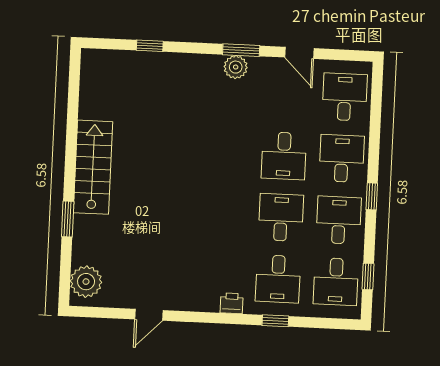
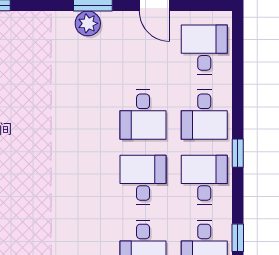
desk: (342, 159) -> (204, 115), turned 180

